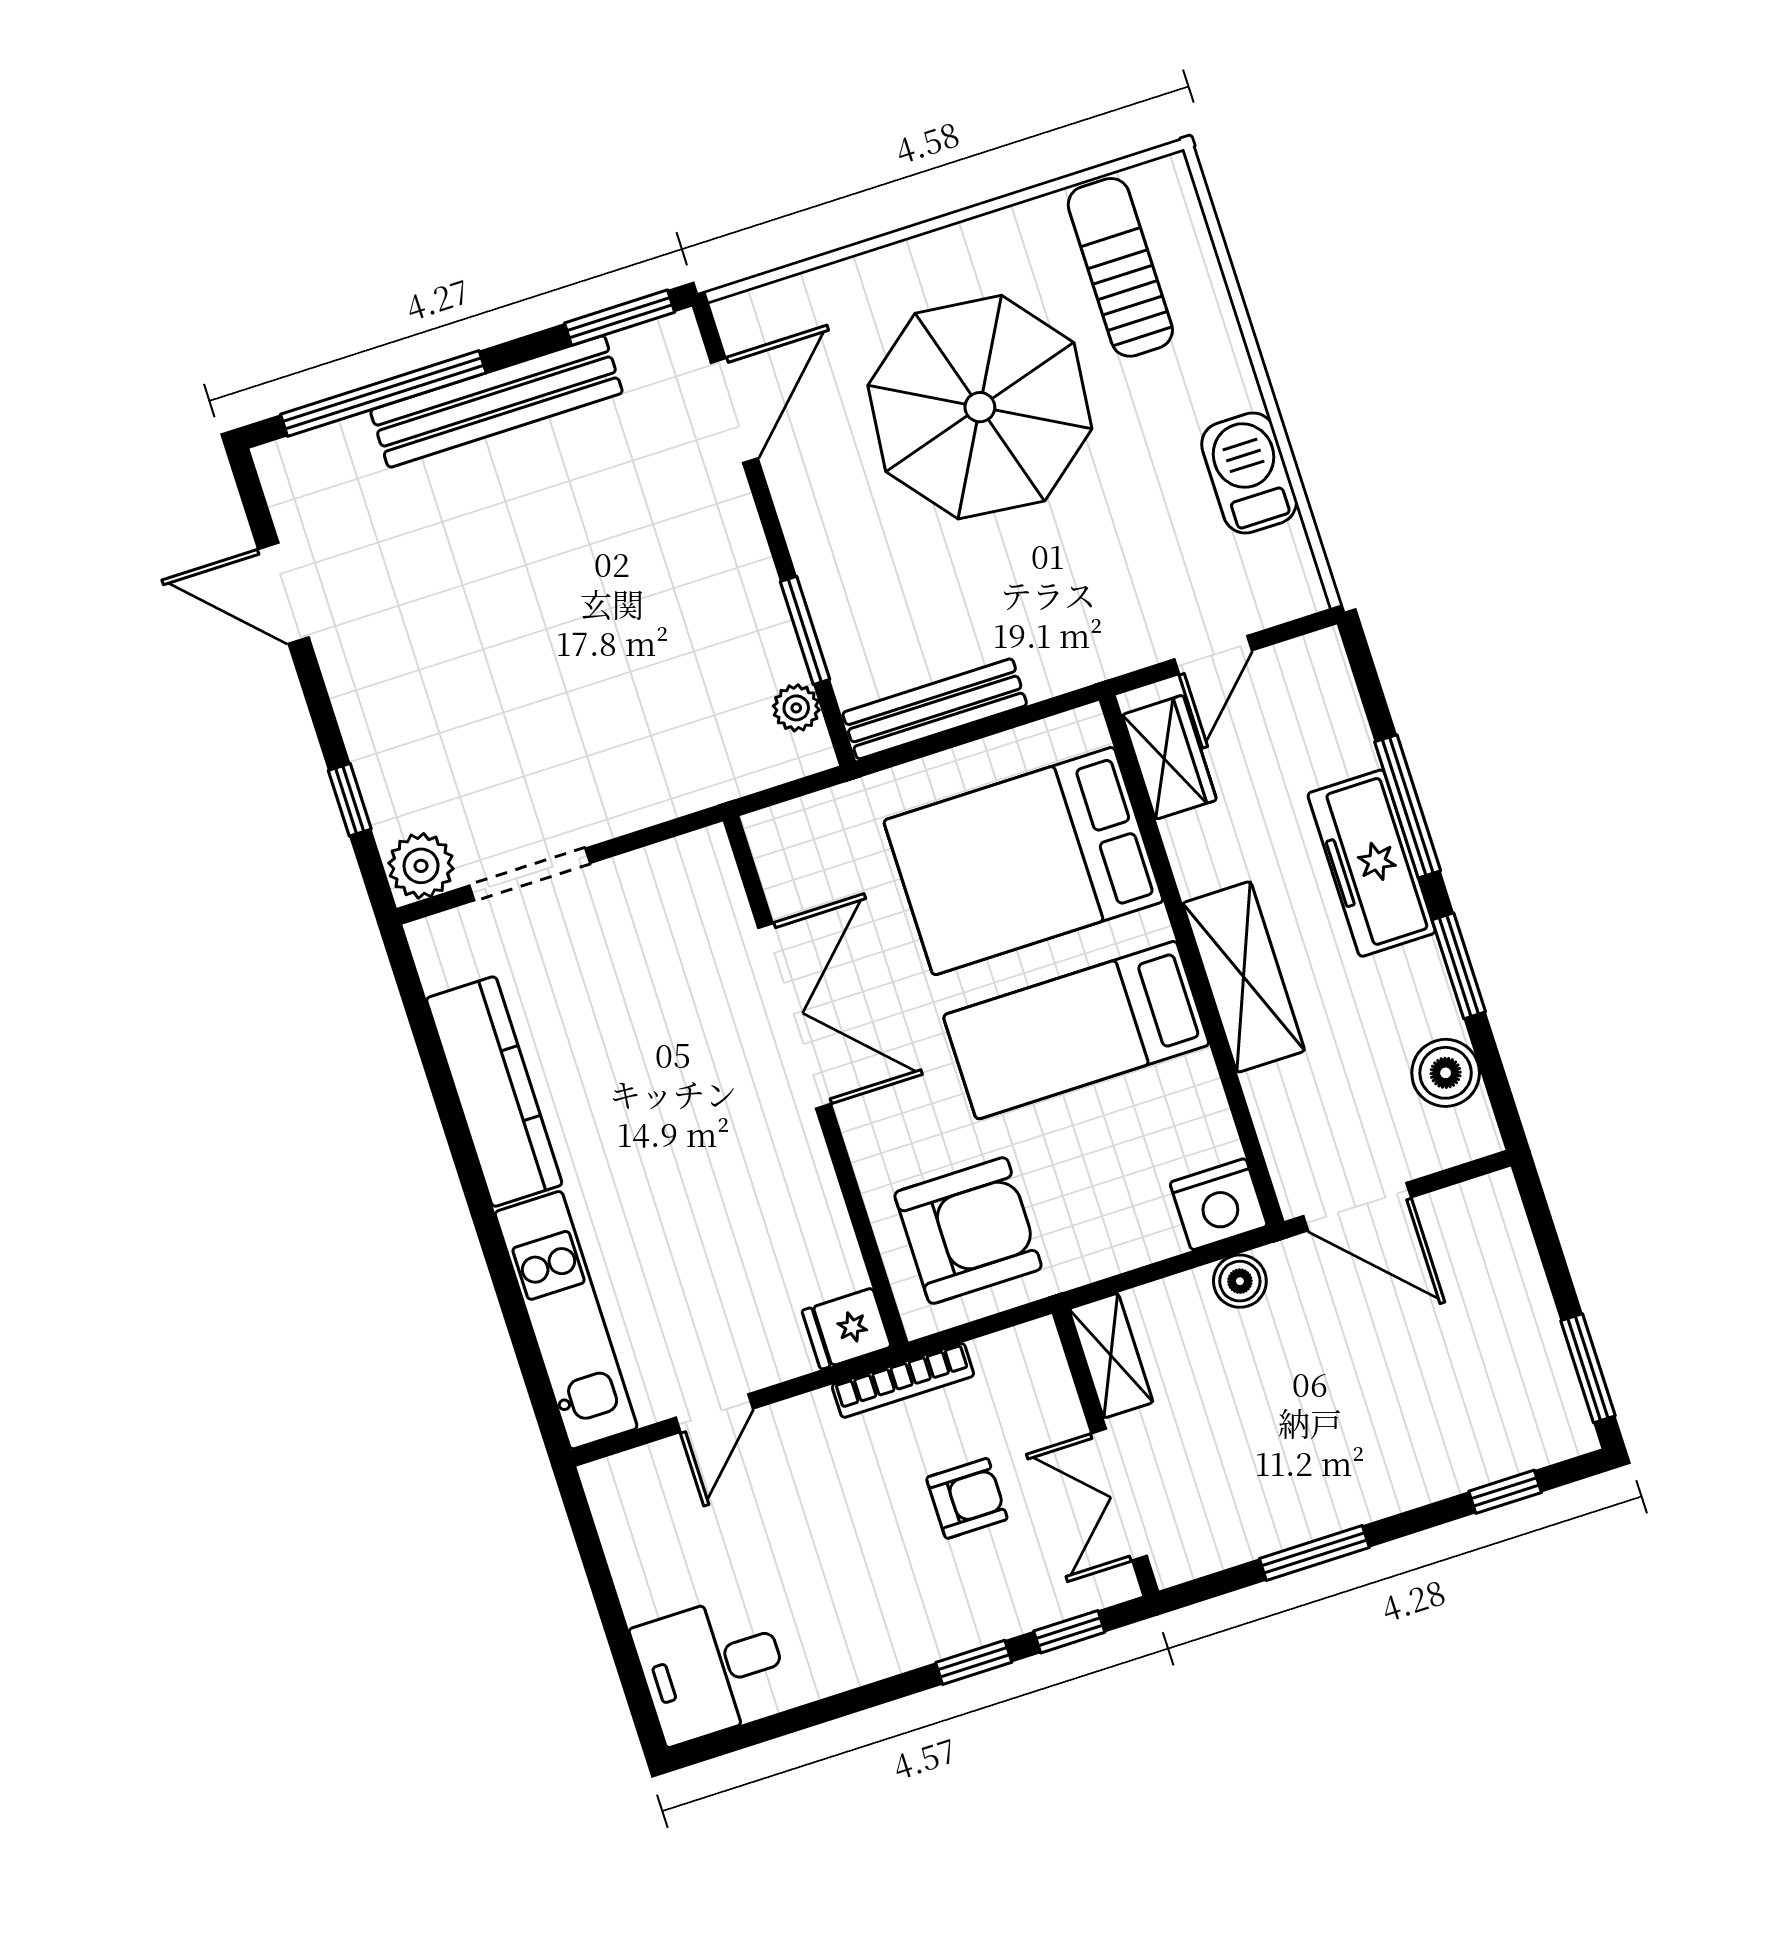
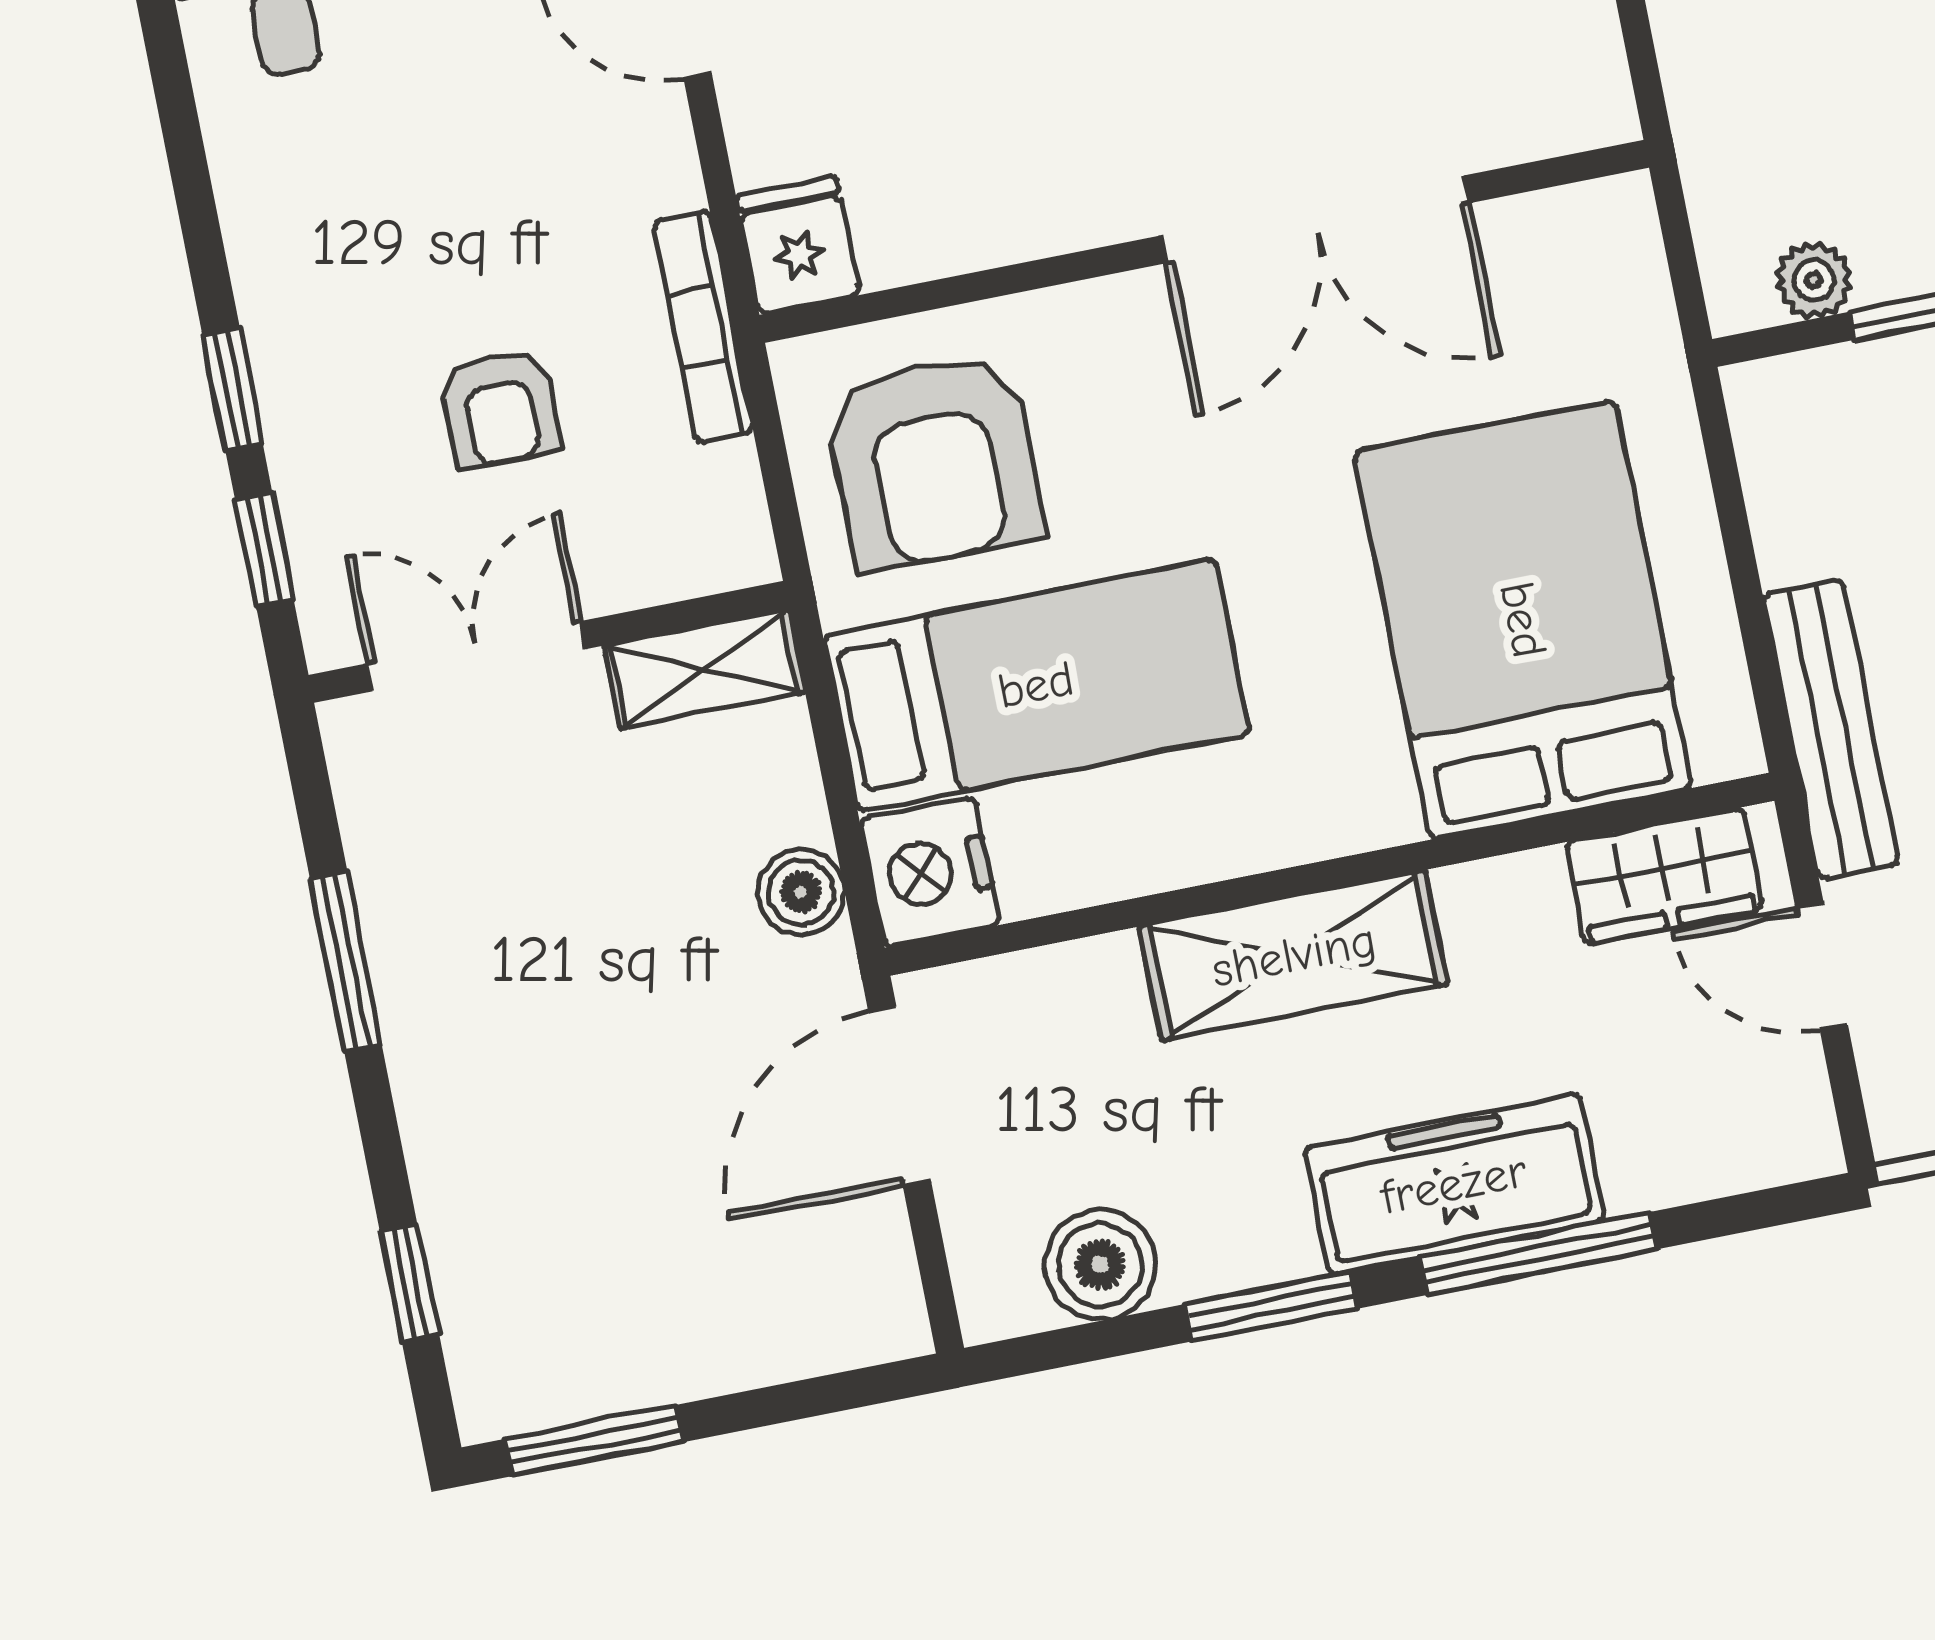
bench: (935, 709) -> (1831, 729), moved
bed: (1076, 1030) -> (1036, 685), moved, turned 90

